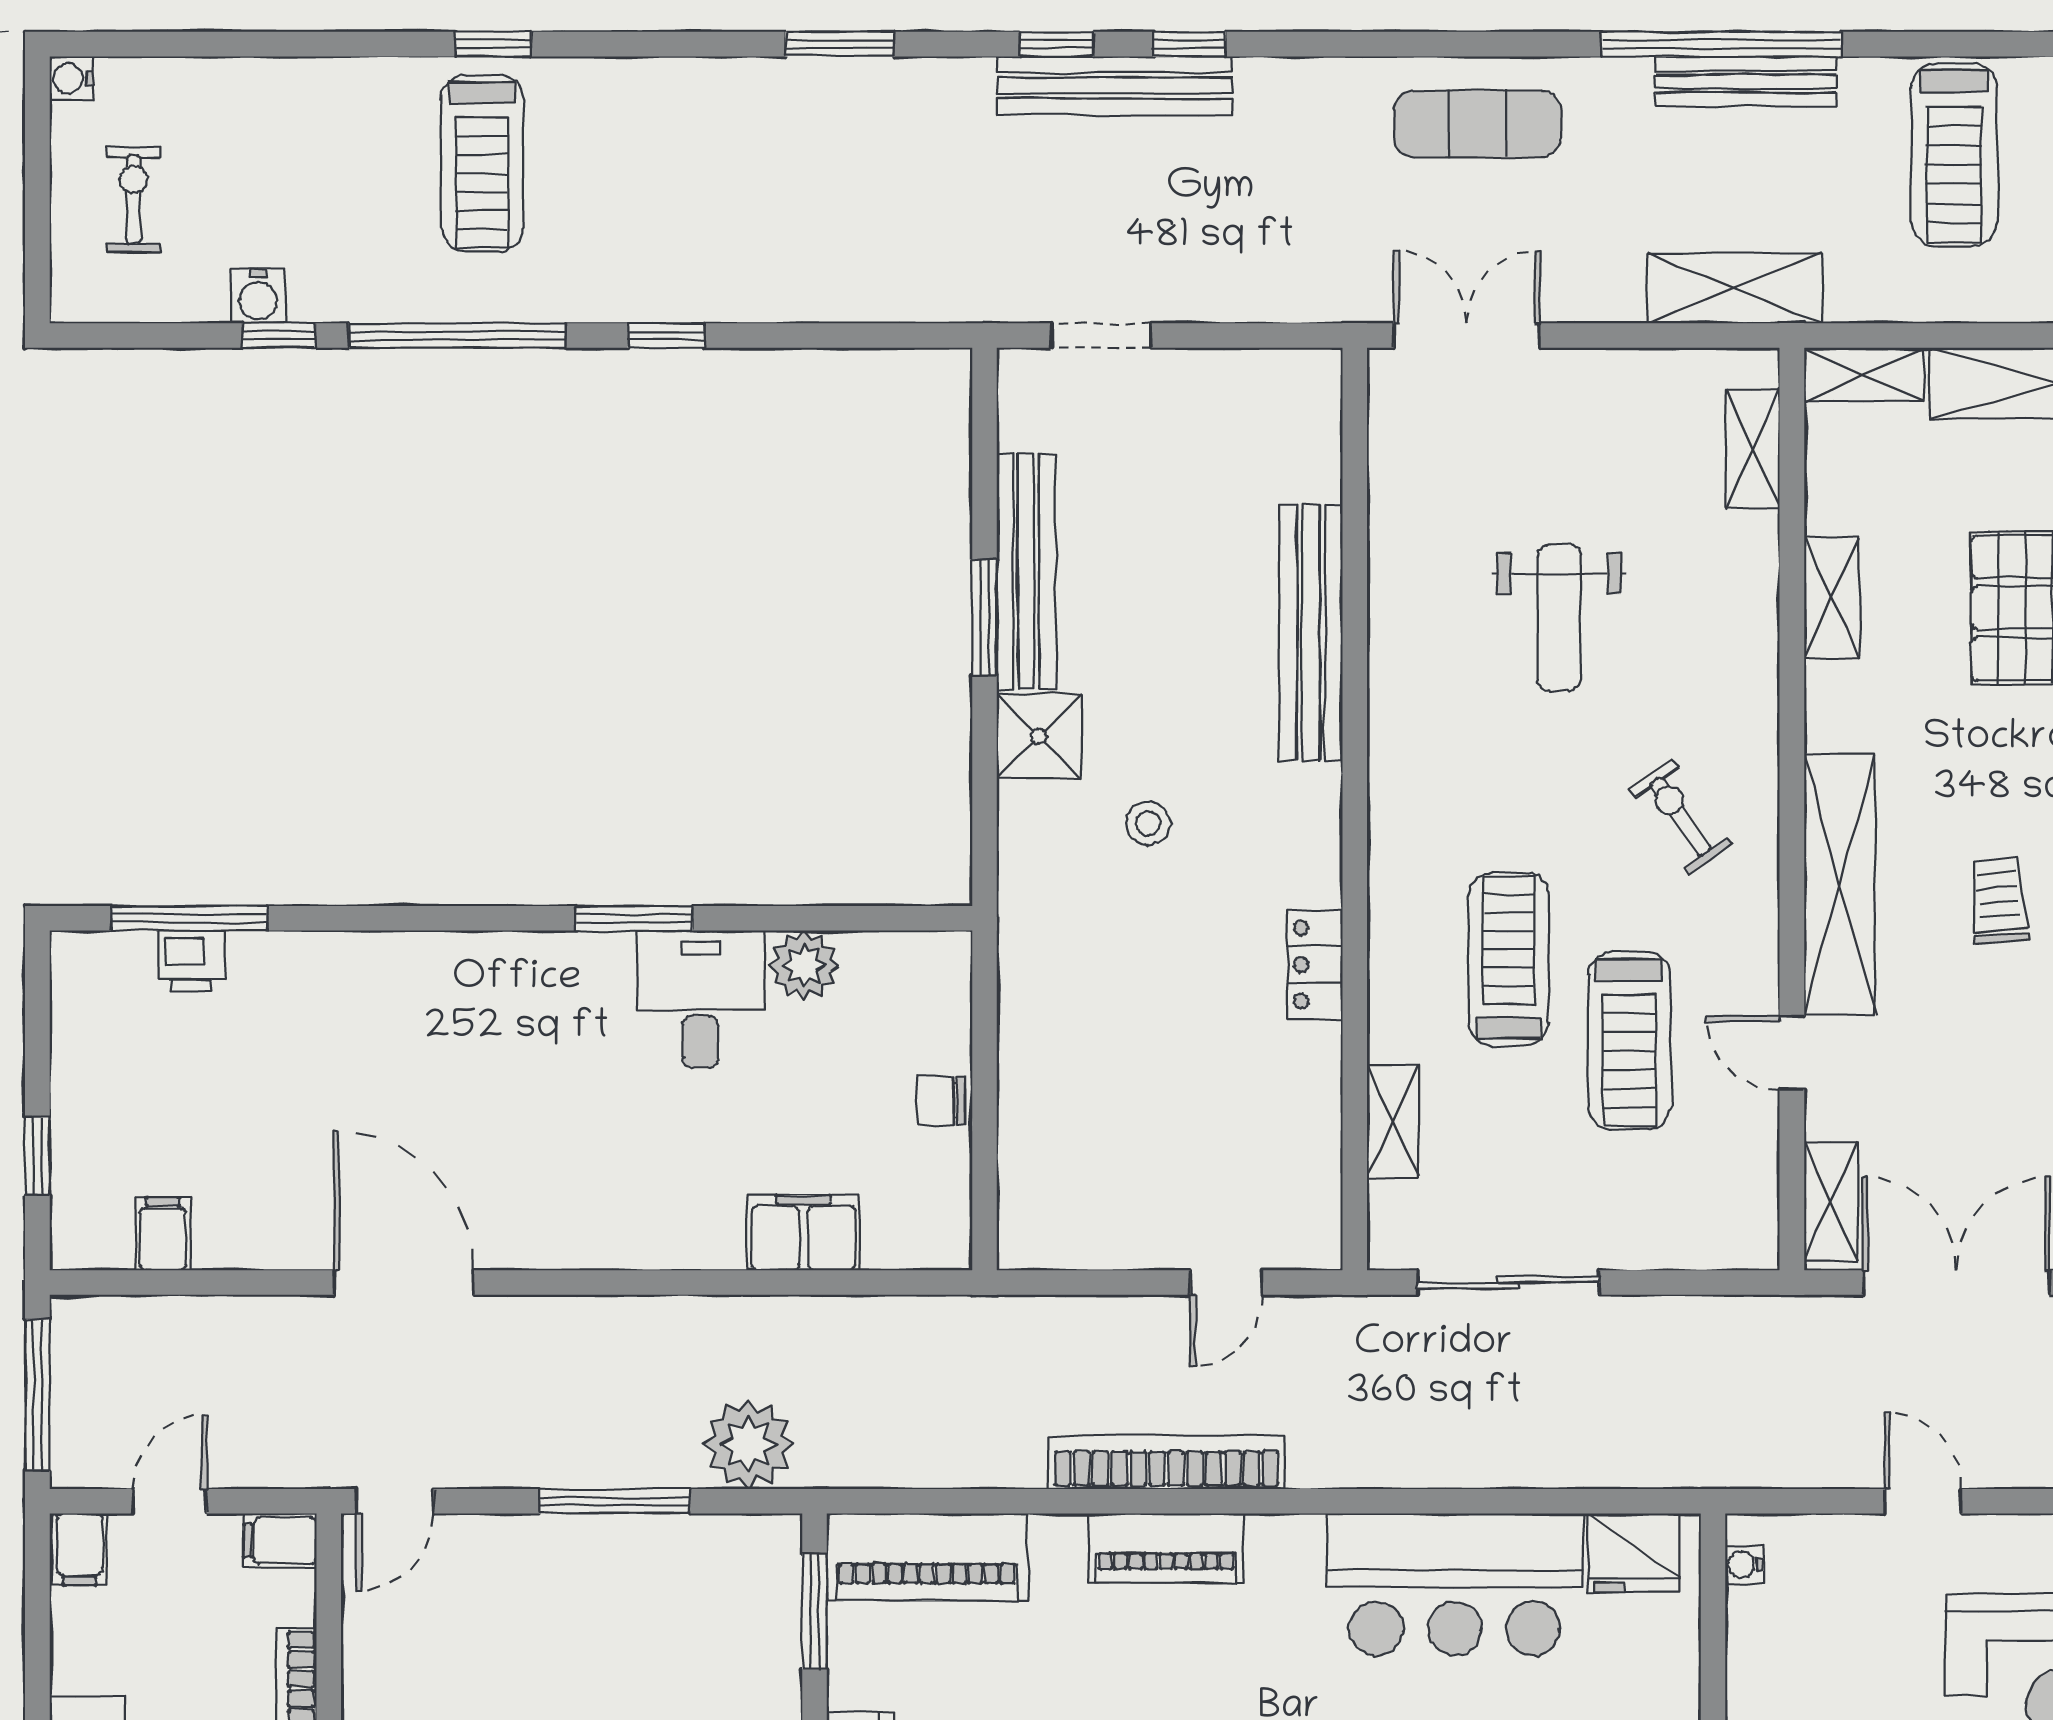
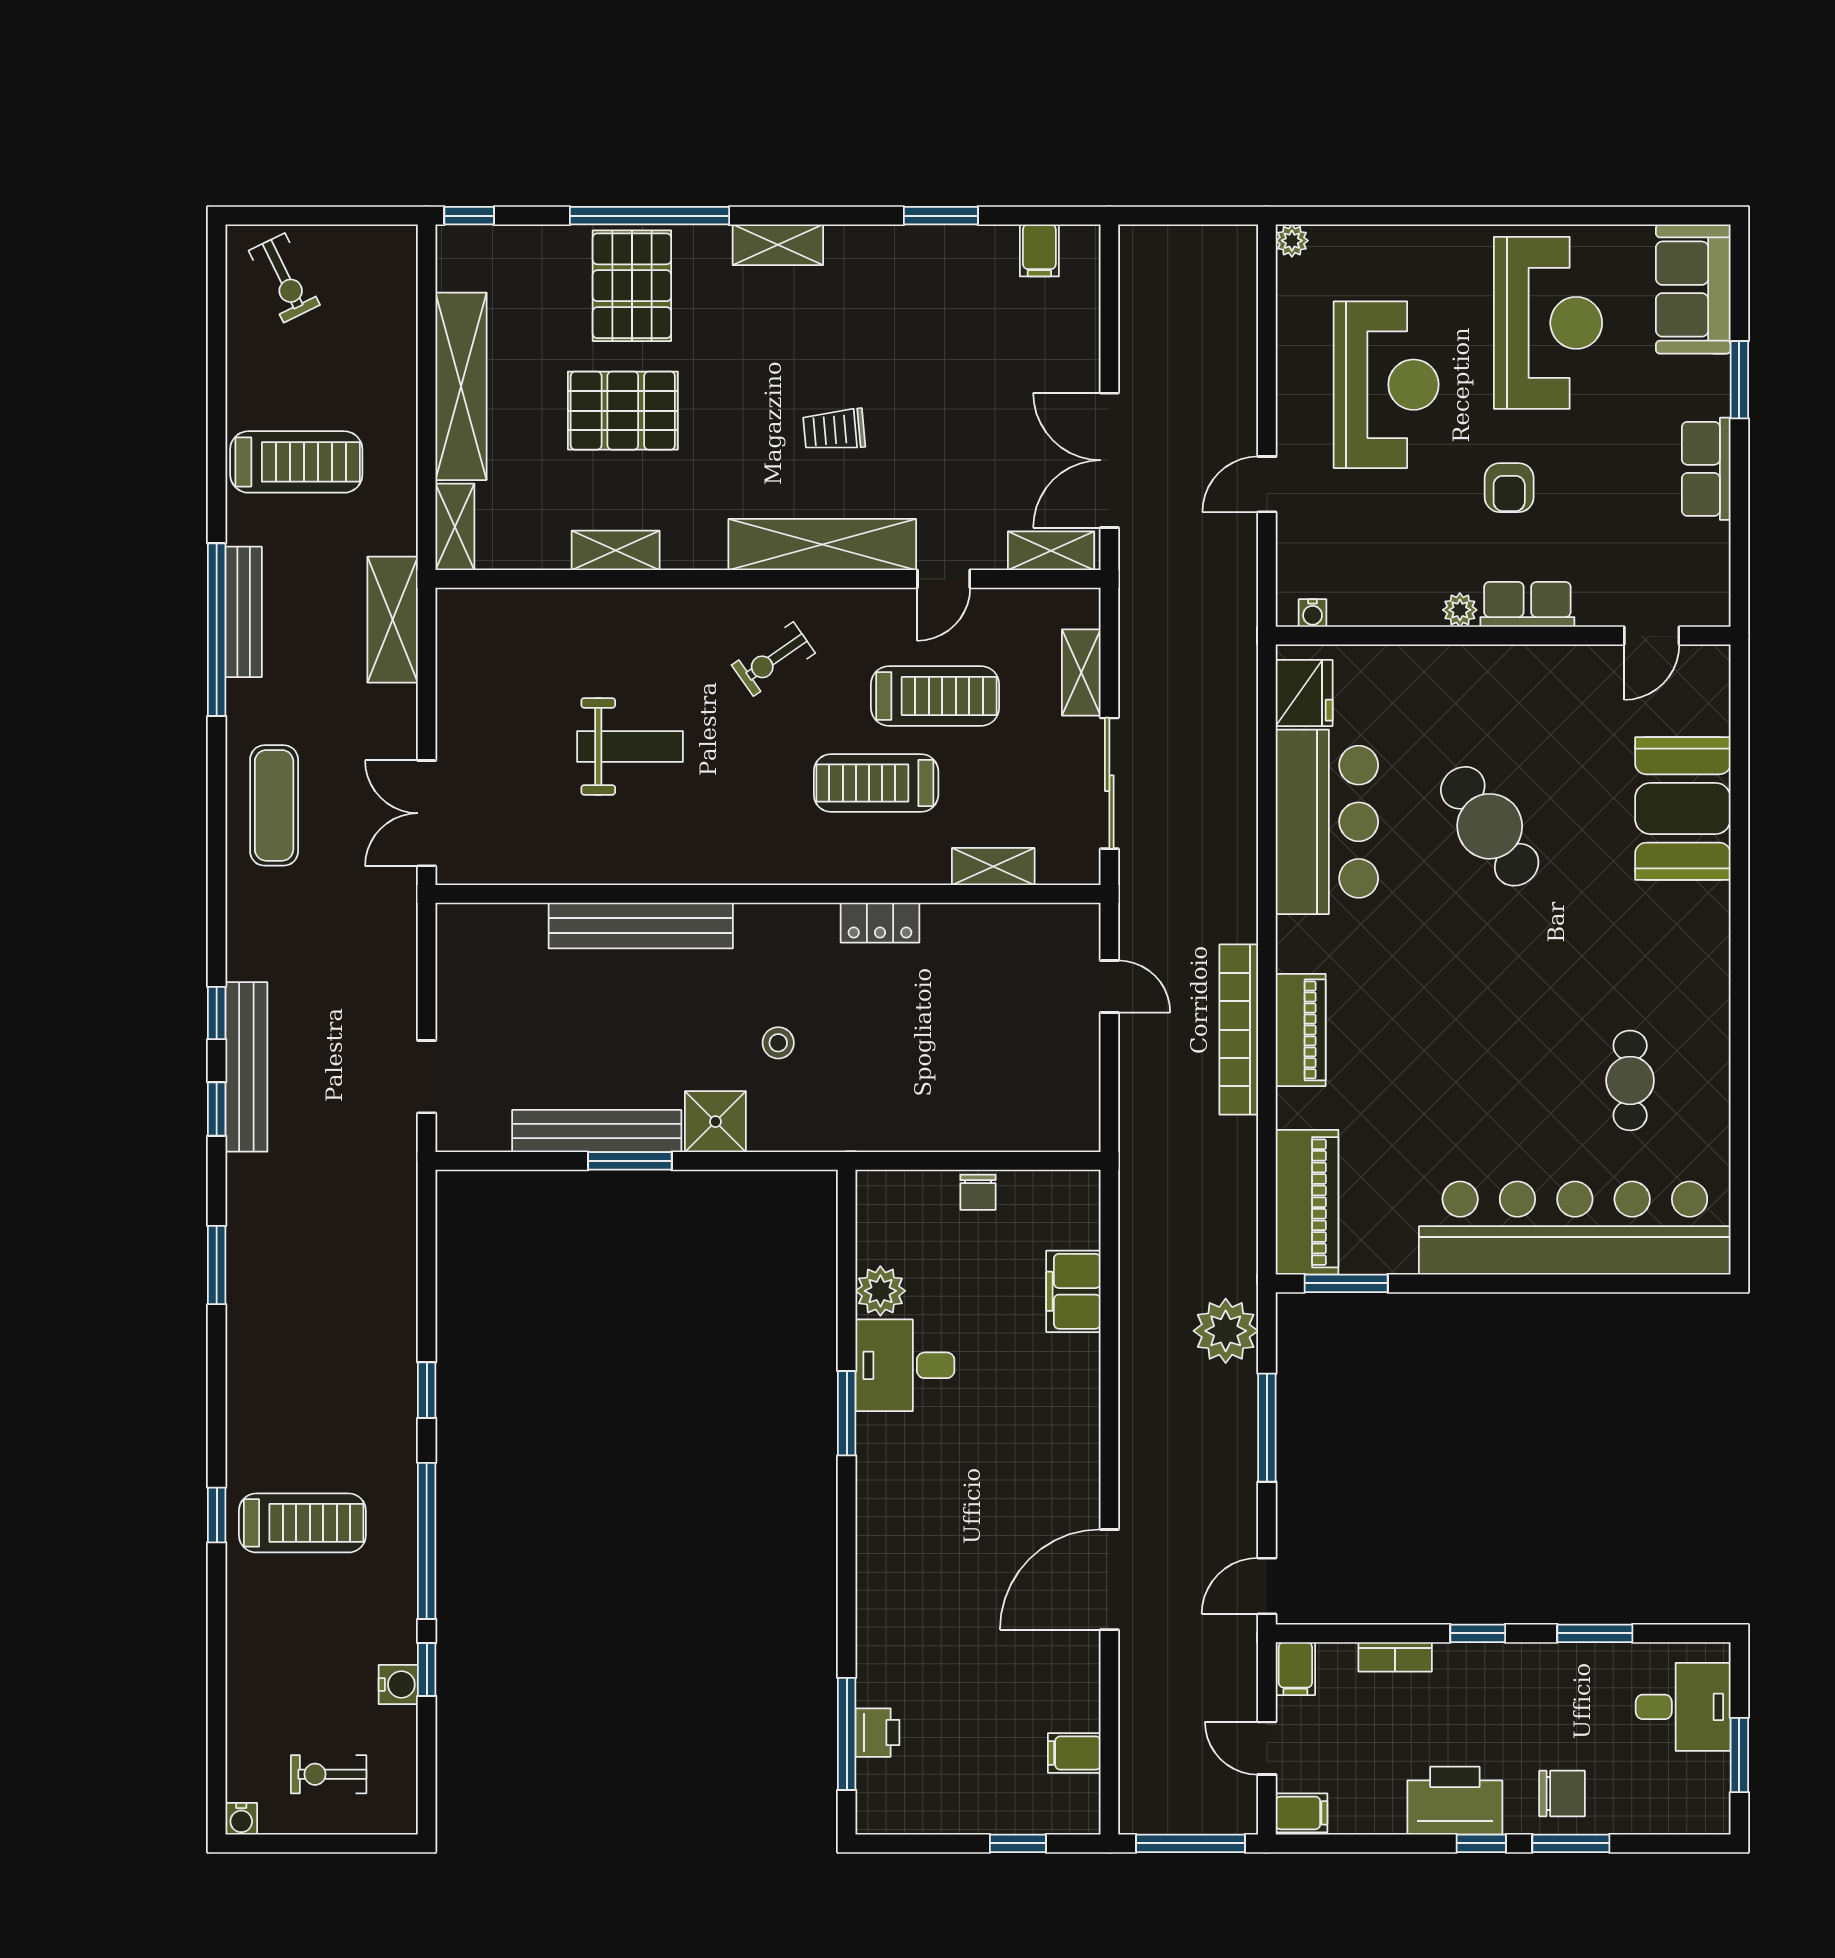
shelving: (1753, 449) -> (1081, 672), moved, turned 90
door: (395, 1501) -> (1267, 1586), swing flipped

